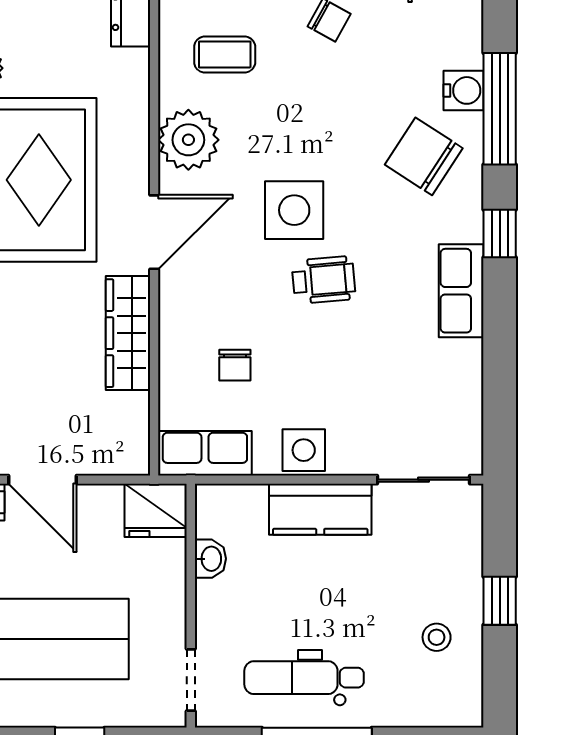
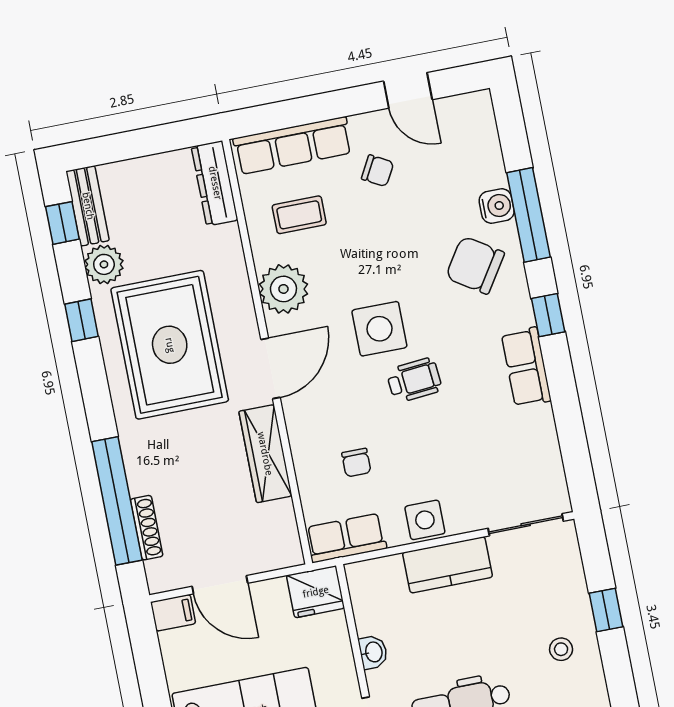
washbasin: (210, 559) -> (373, 652), moved

